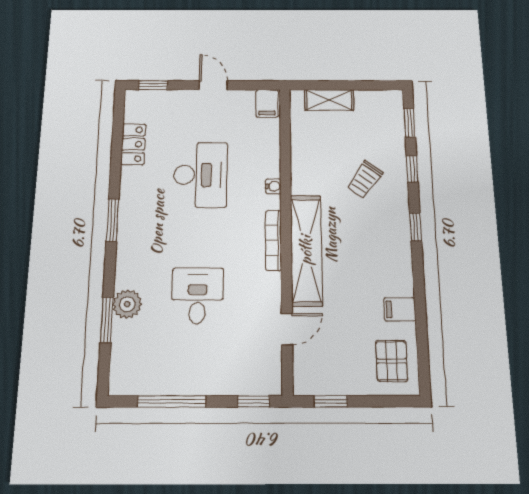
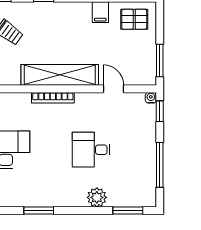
water cooler: (273, 186) -> (151, 98), moved
window: (107, 320) -> (128, 211), moved
window: (331, 401) -> (160, 60), width x1.50

